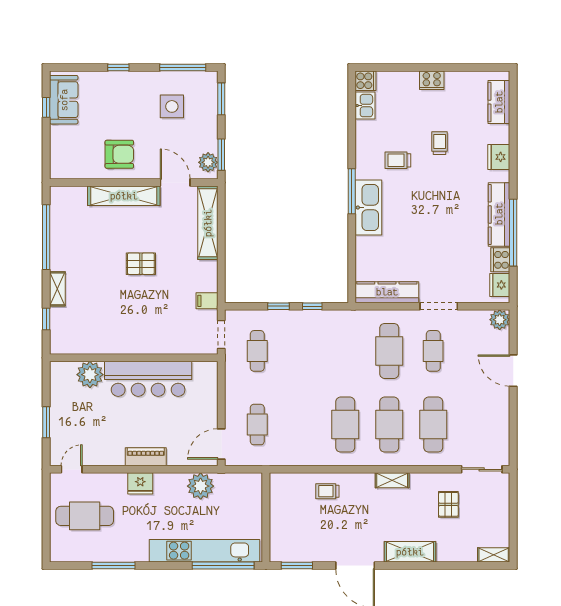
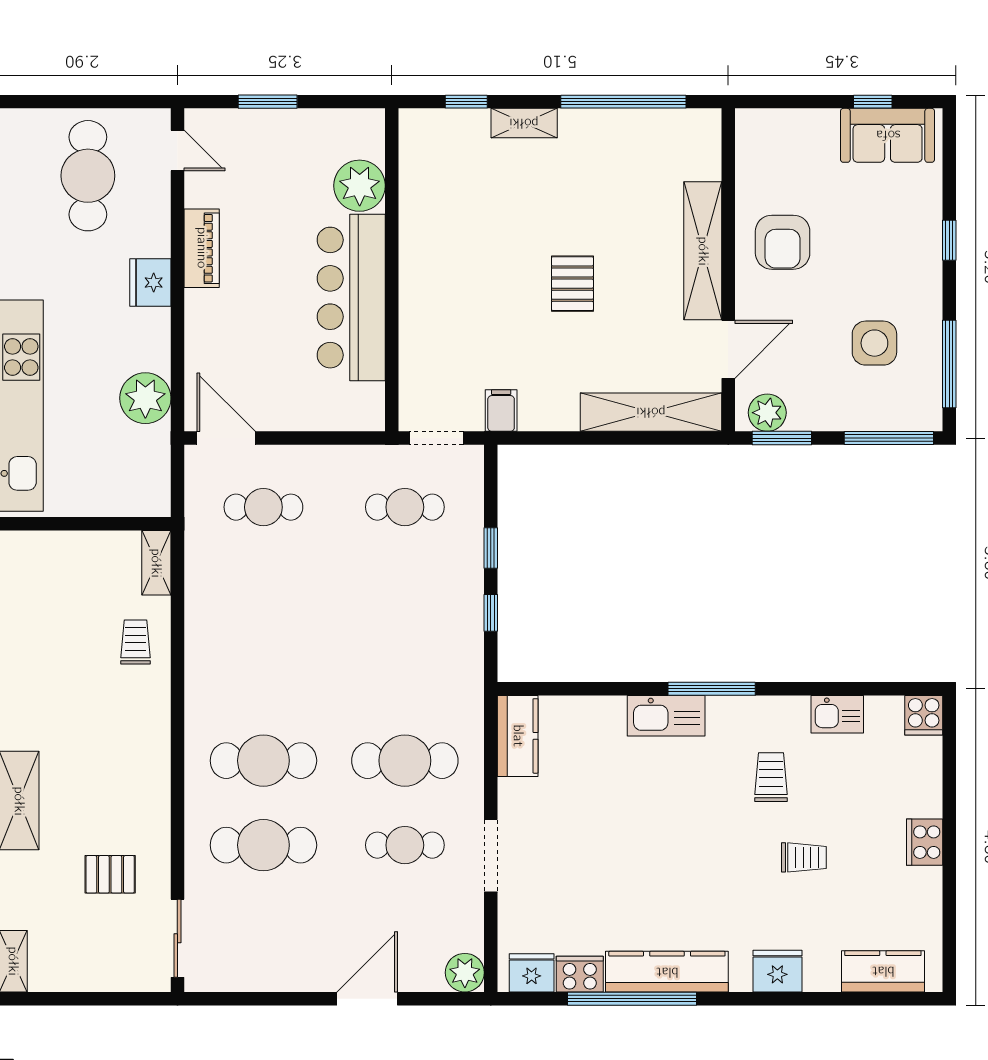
window: (221, 99) -> (889, 438), width x1.44
kitchen sink: (365, 106) -> (837, 714), moved
kitchen sink: (368, 208) -> (666, 716), width x0.73, depth x0.81
kitchen counter: (387, 292) -> (518, 736), width x0.67
cafe table: (345, 425) -> (263, 676), removed
piano: (146, 457) -> (202, 248), moved
shelving: (392, 480) -> (156, 563), moved

